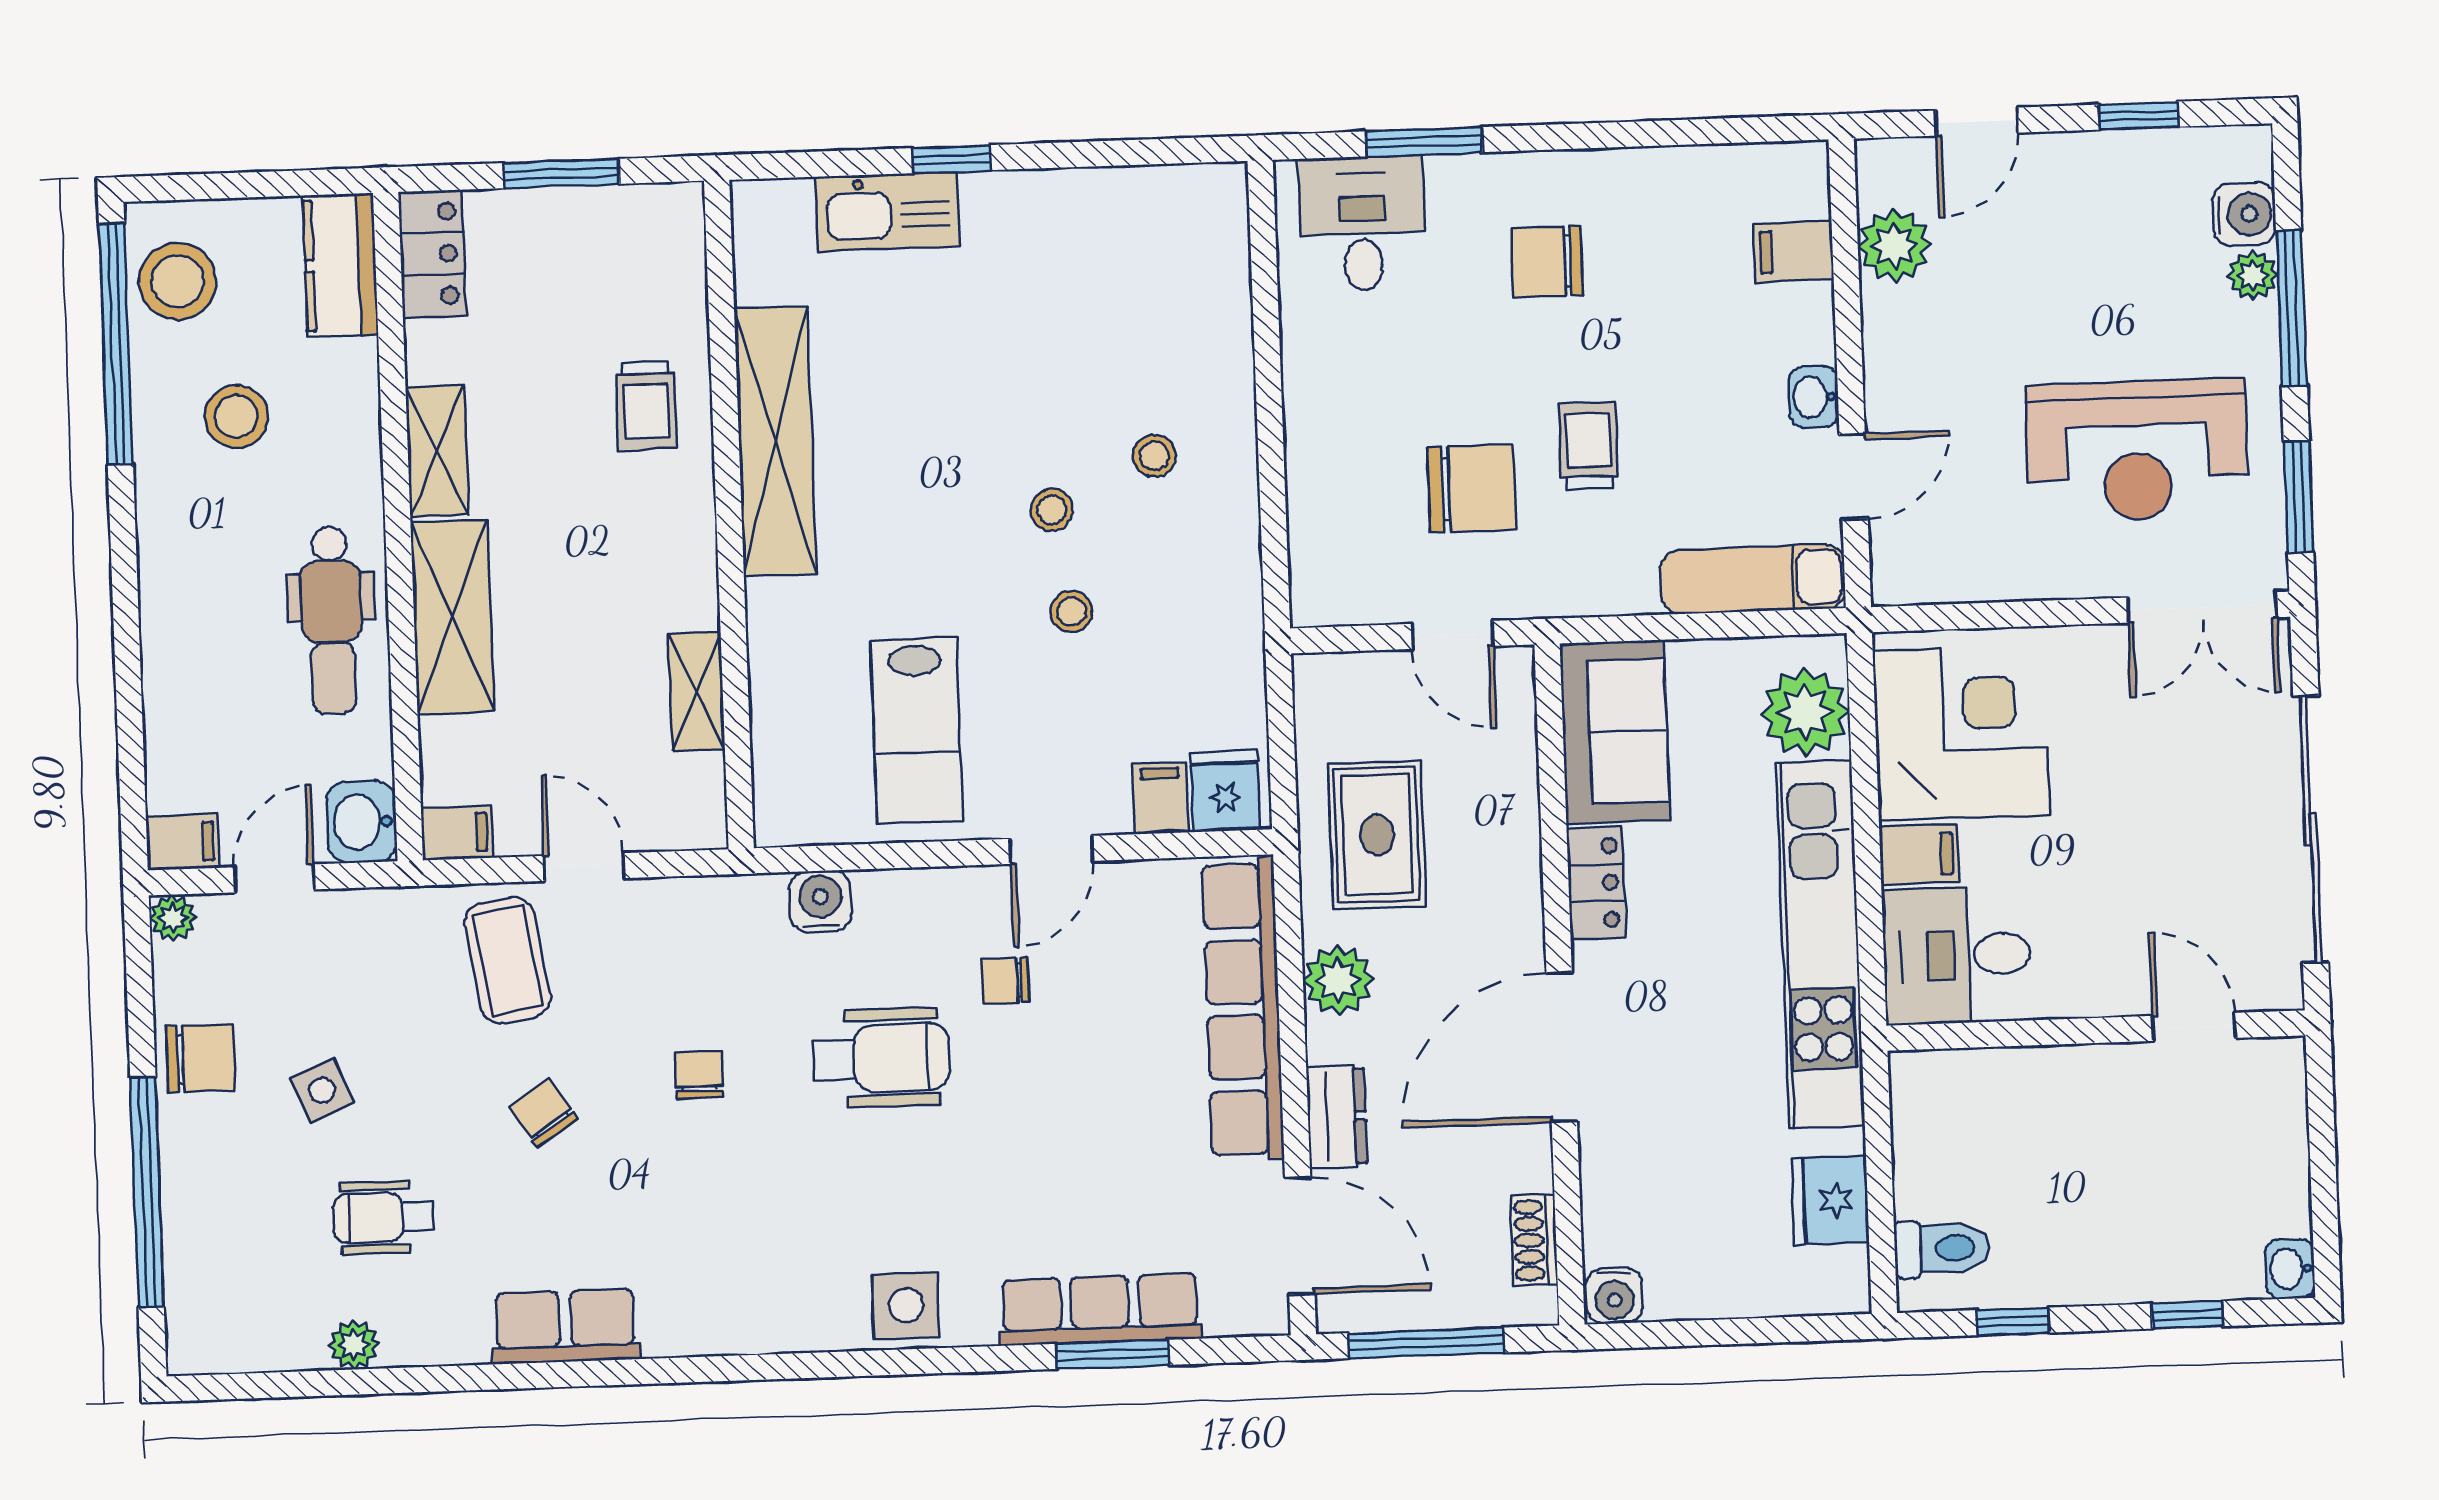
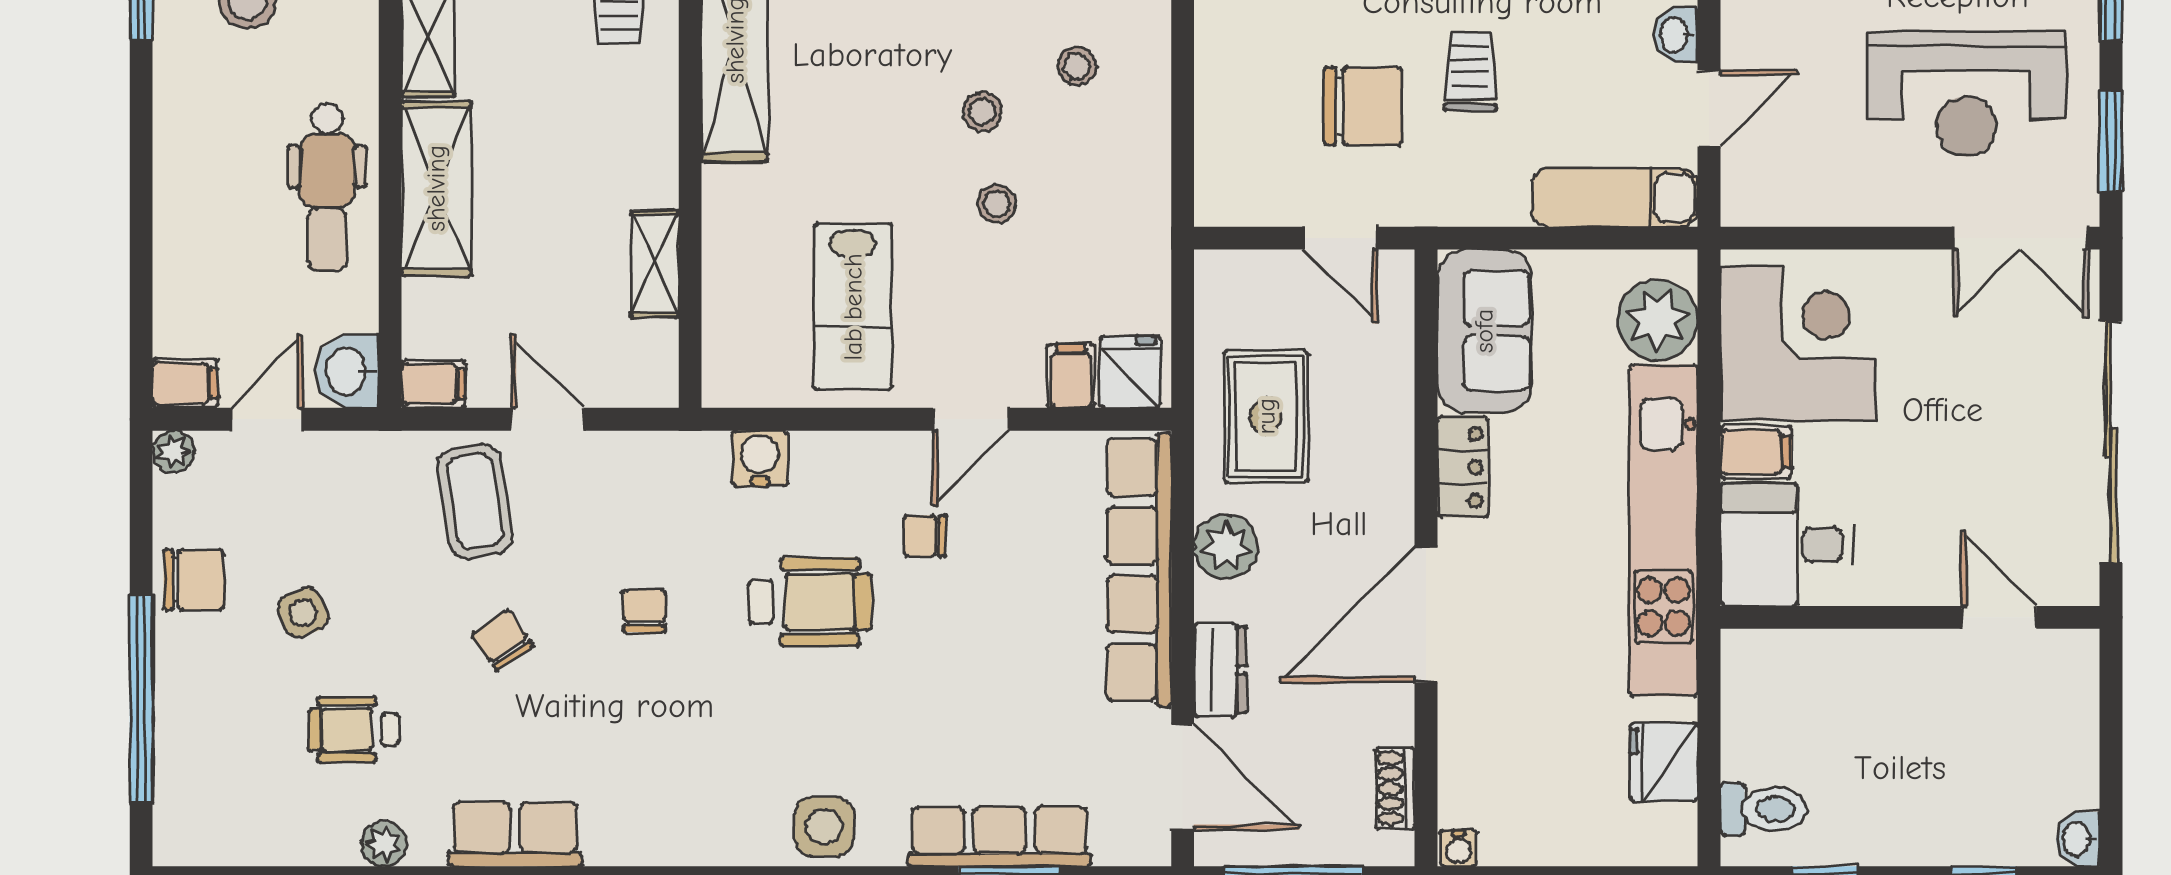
water cooler: (1614, 1296) -> (1458, 848), width x0.72, depth x0.72
plant: (354, 1345) -> (384, 844), moved

